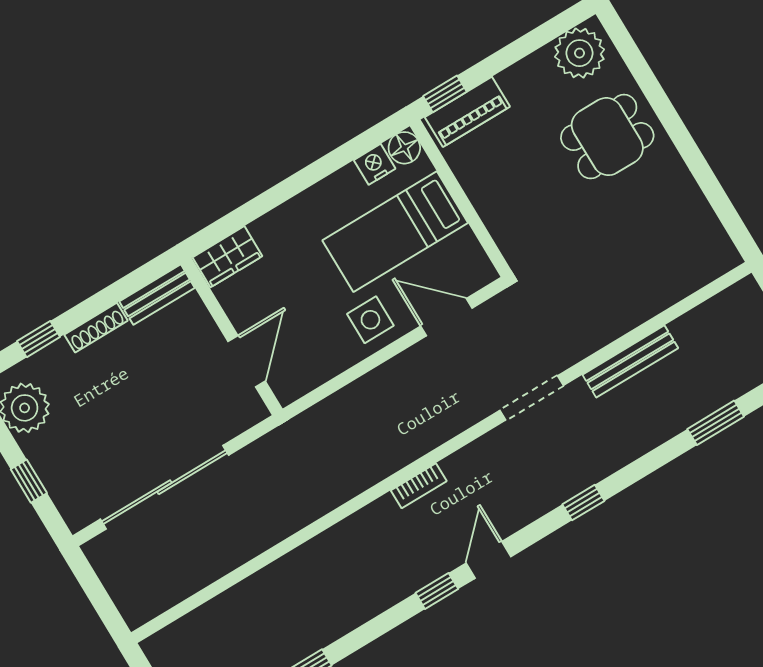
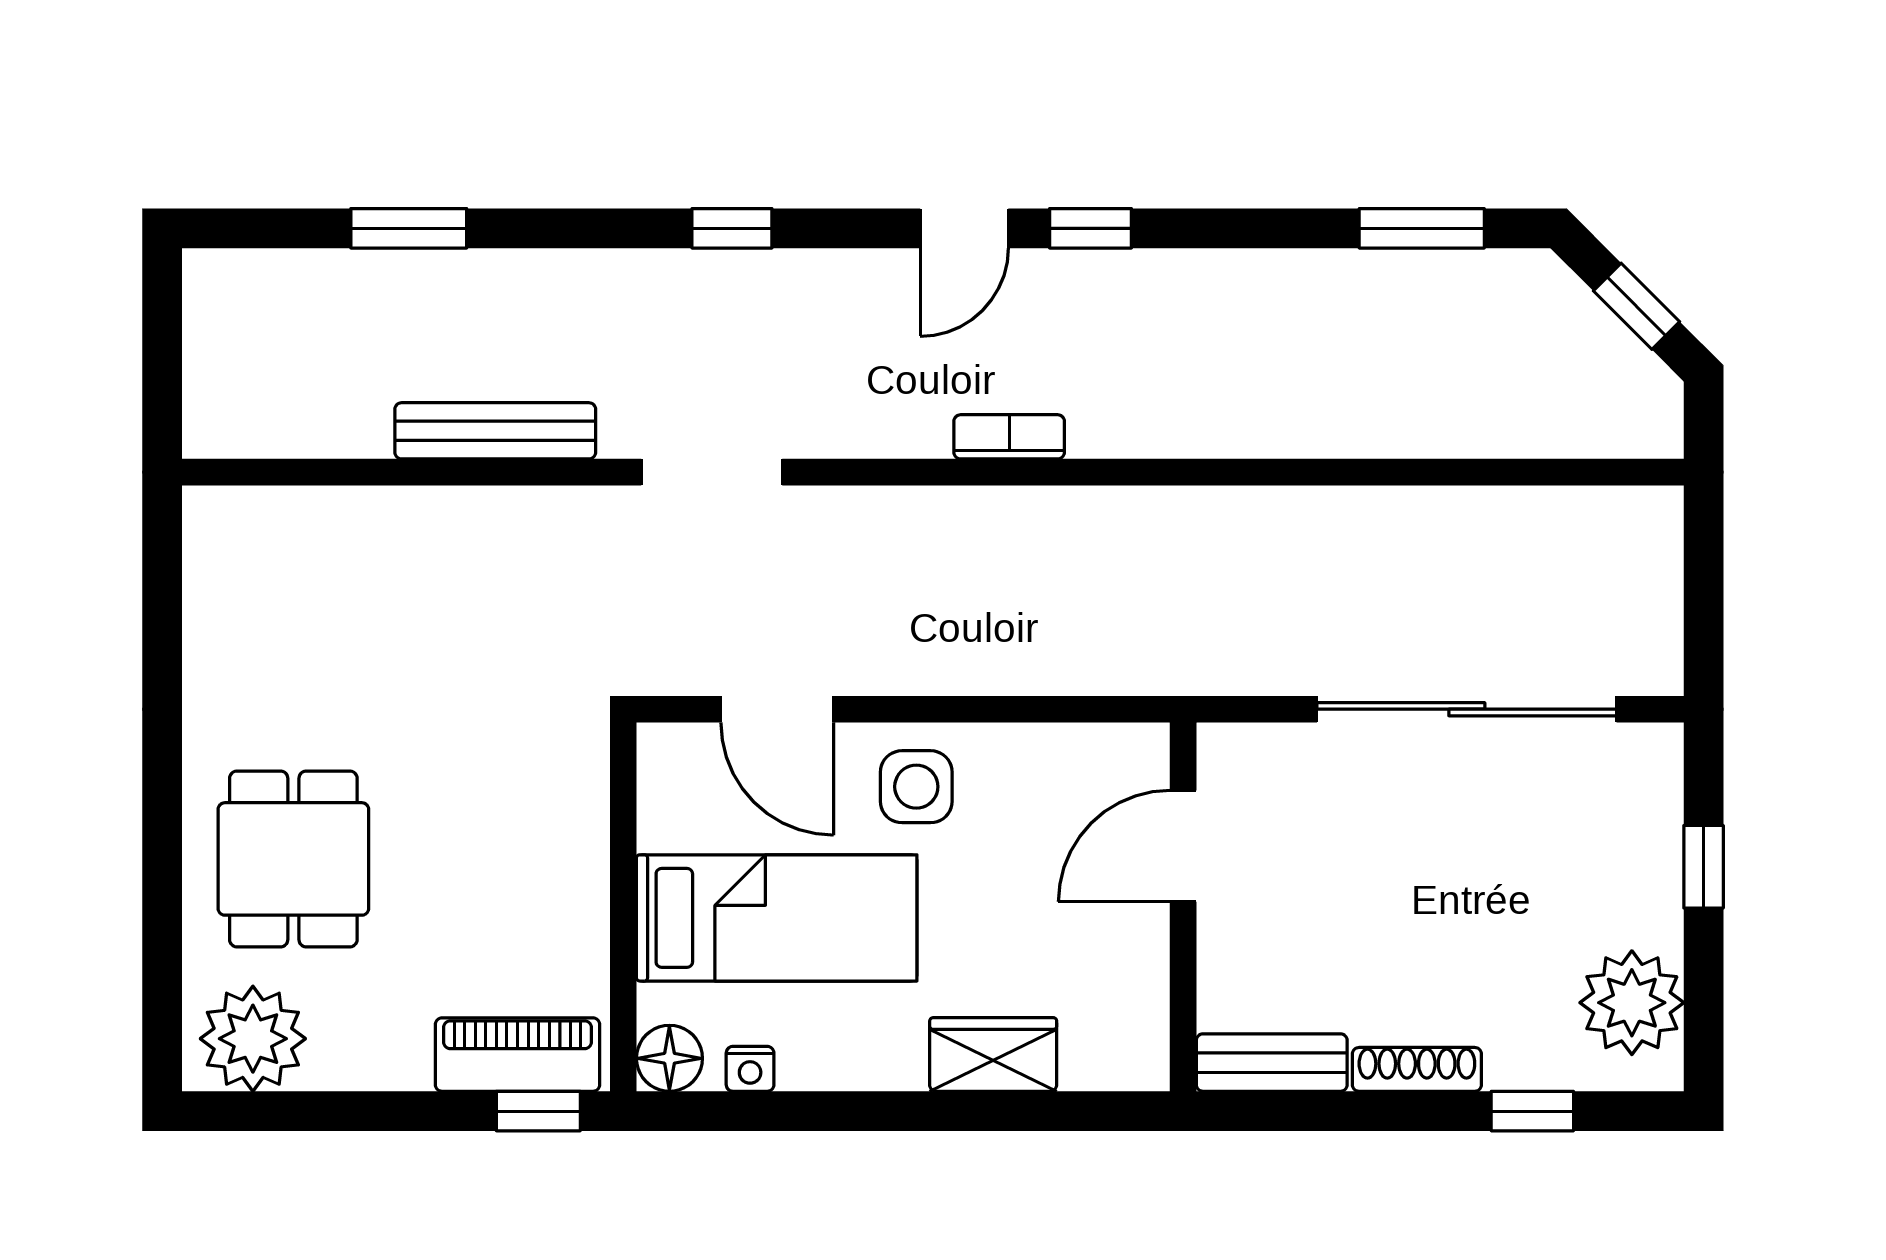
dining table: (607, 137) -> (293, 859), turned 90
nightstand: (375, 164) -> (750, 1069), width x0.72, depth x0.74
wardrobe: (227, 257) -> (993, 1054), moved

